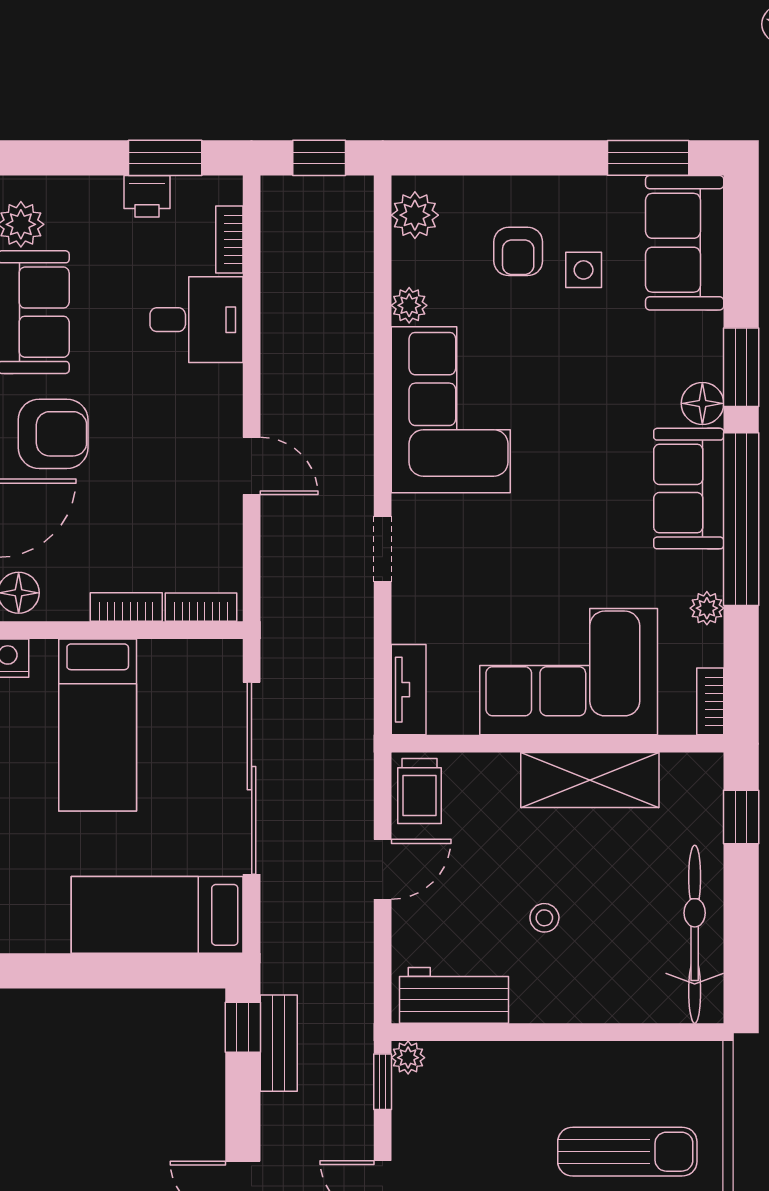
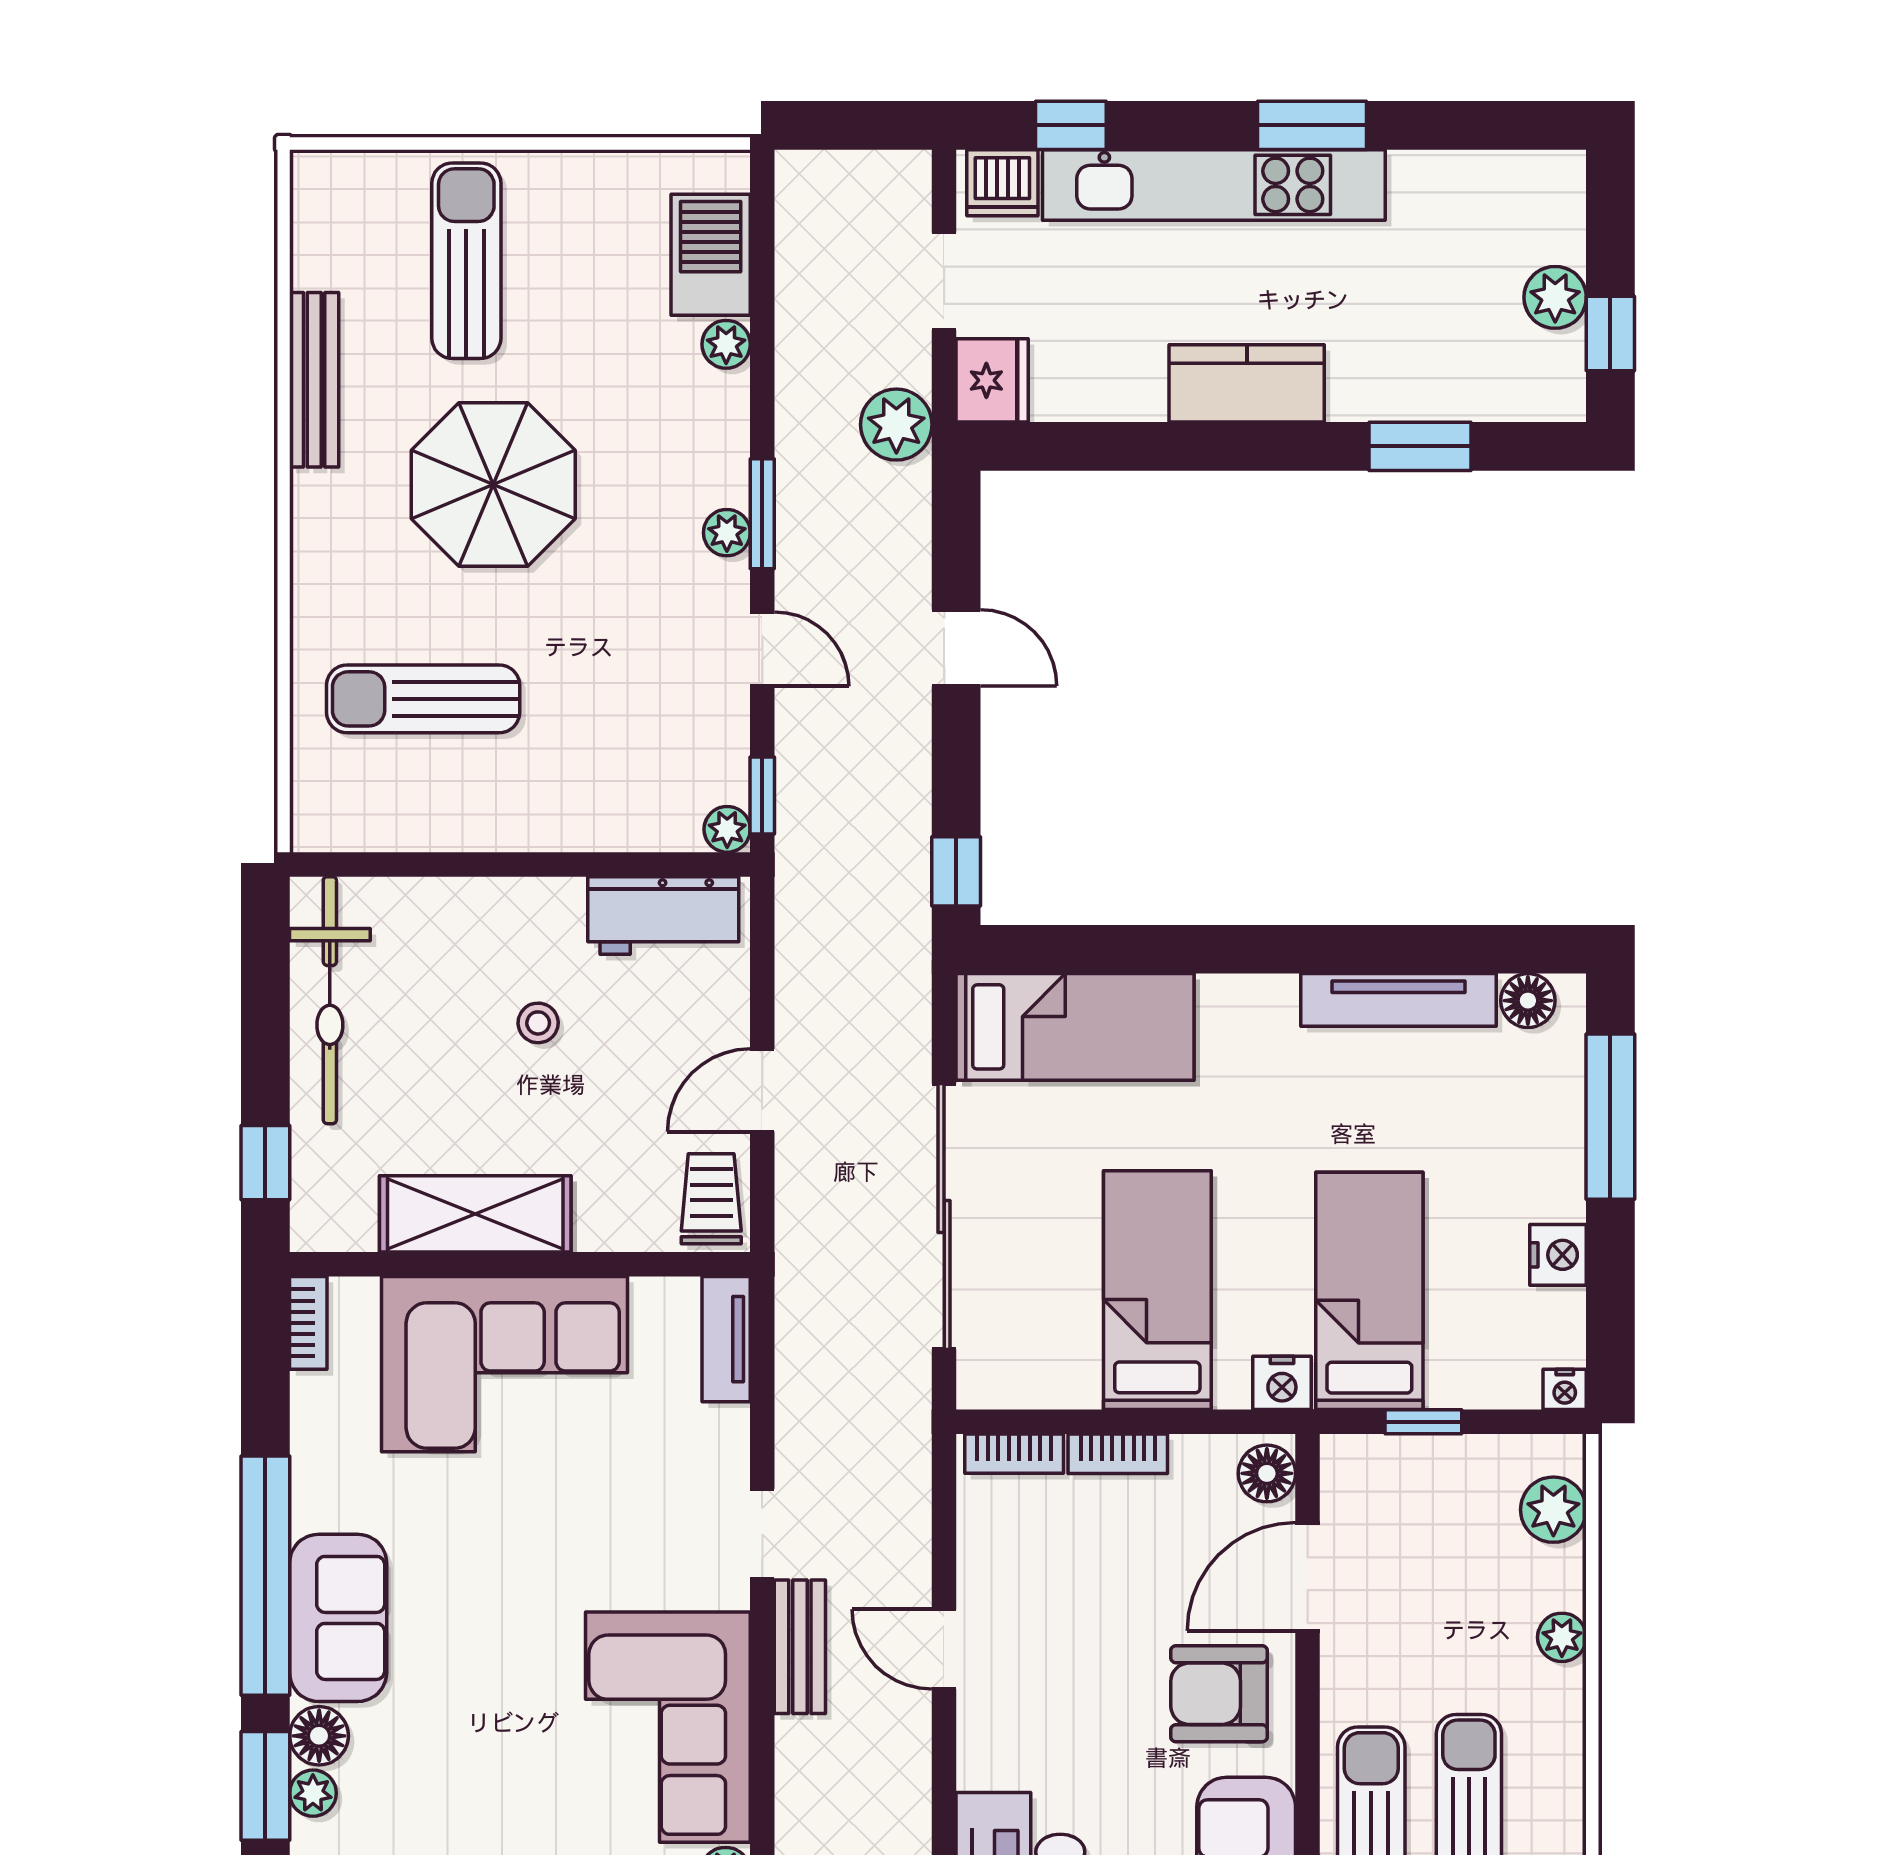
plant: (707, 608) -> (313, 1793), moved
bench: (279, 1043) -> (800, 1647), moved

